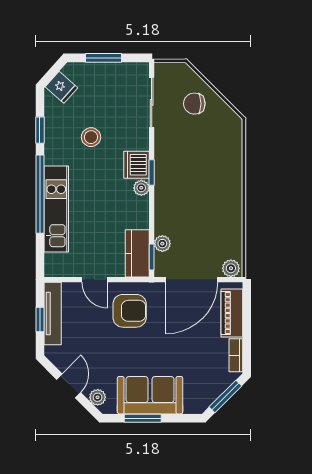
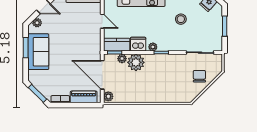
dishwasher: (136, 165) -> (138, 44), moved
plant: (169, 218) -> (136, 62), added
door: (95, 280) -> (102, 21), swing flipped
armchair: (130, 311) -> (85, 40), removed

